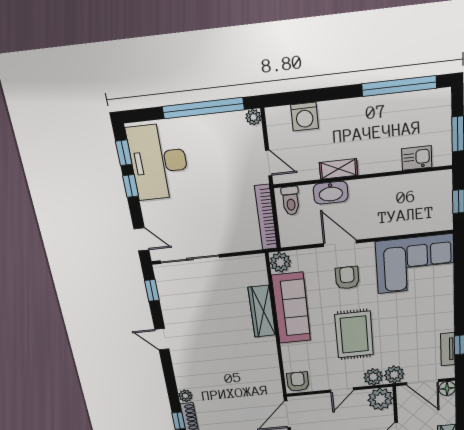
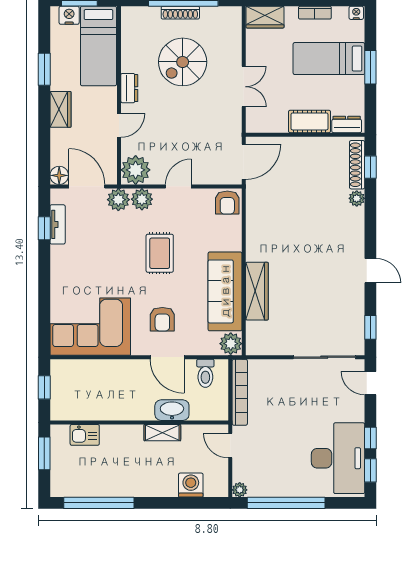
toilet: (291, 201) -> (205, 373), moved, turned 180
rug: (354, 335) -> (160, 253), width x0.73, depth x0.70

